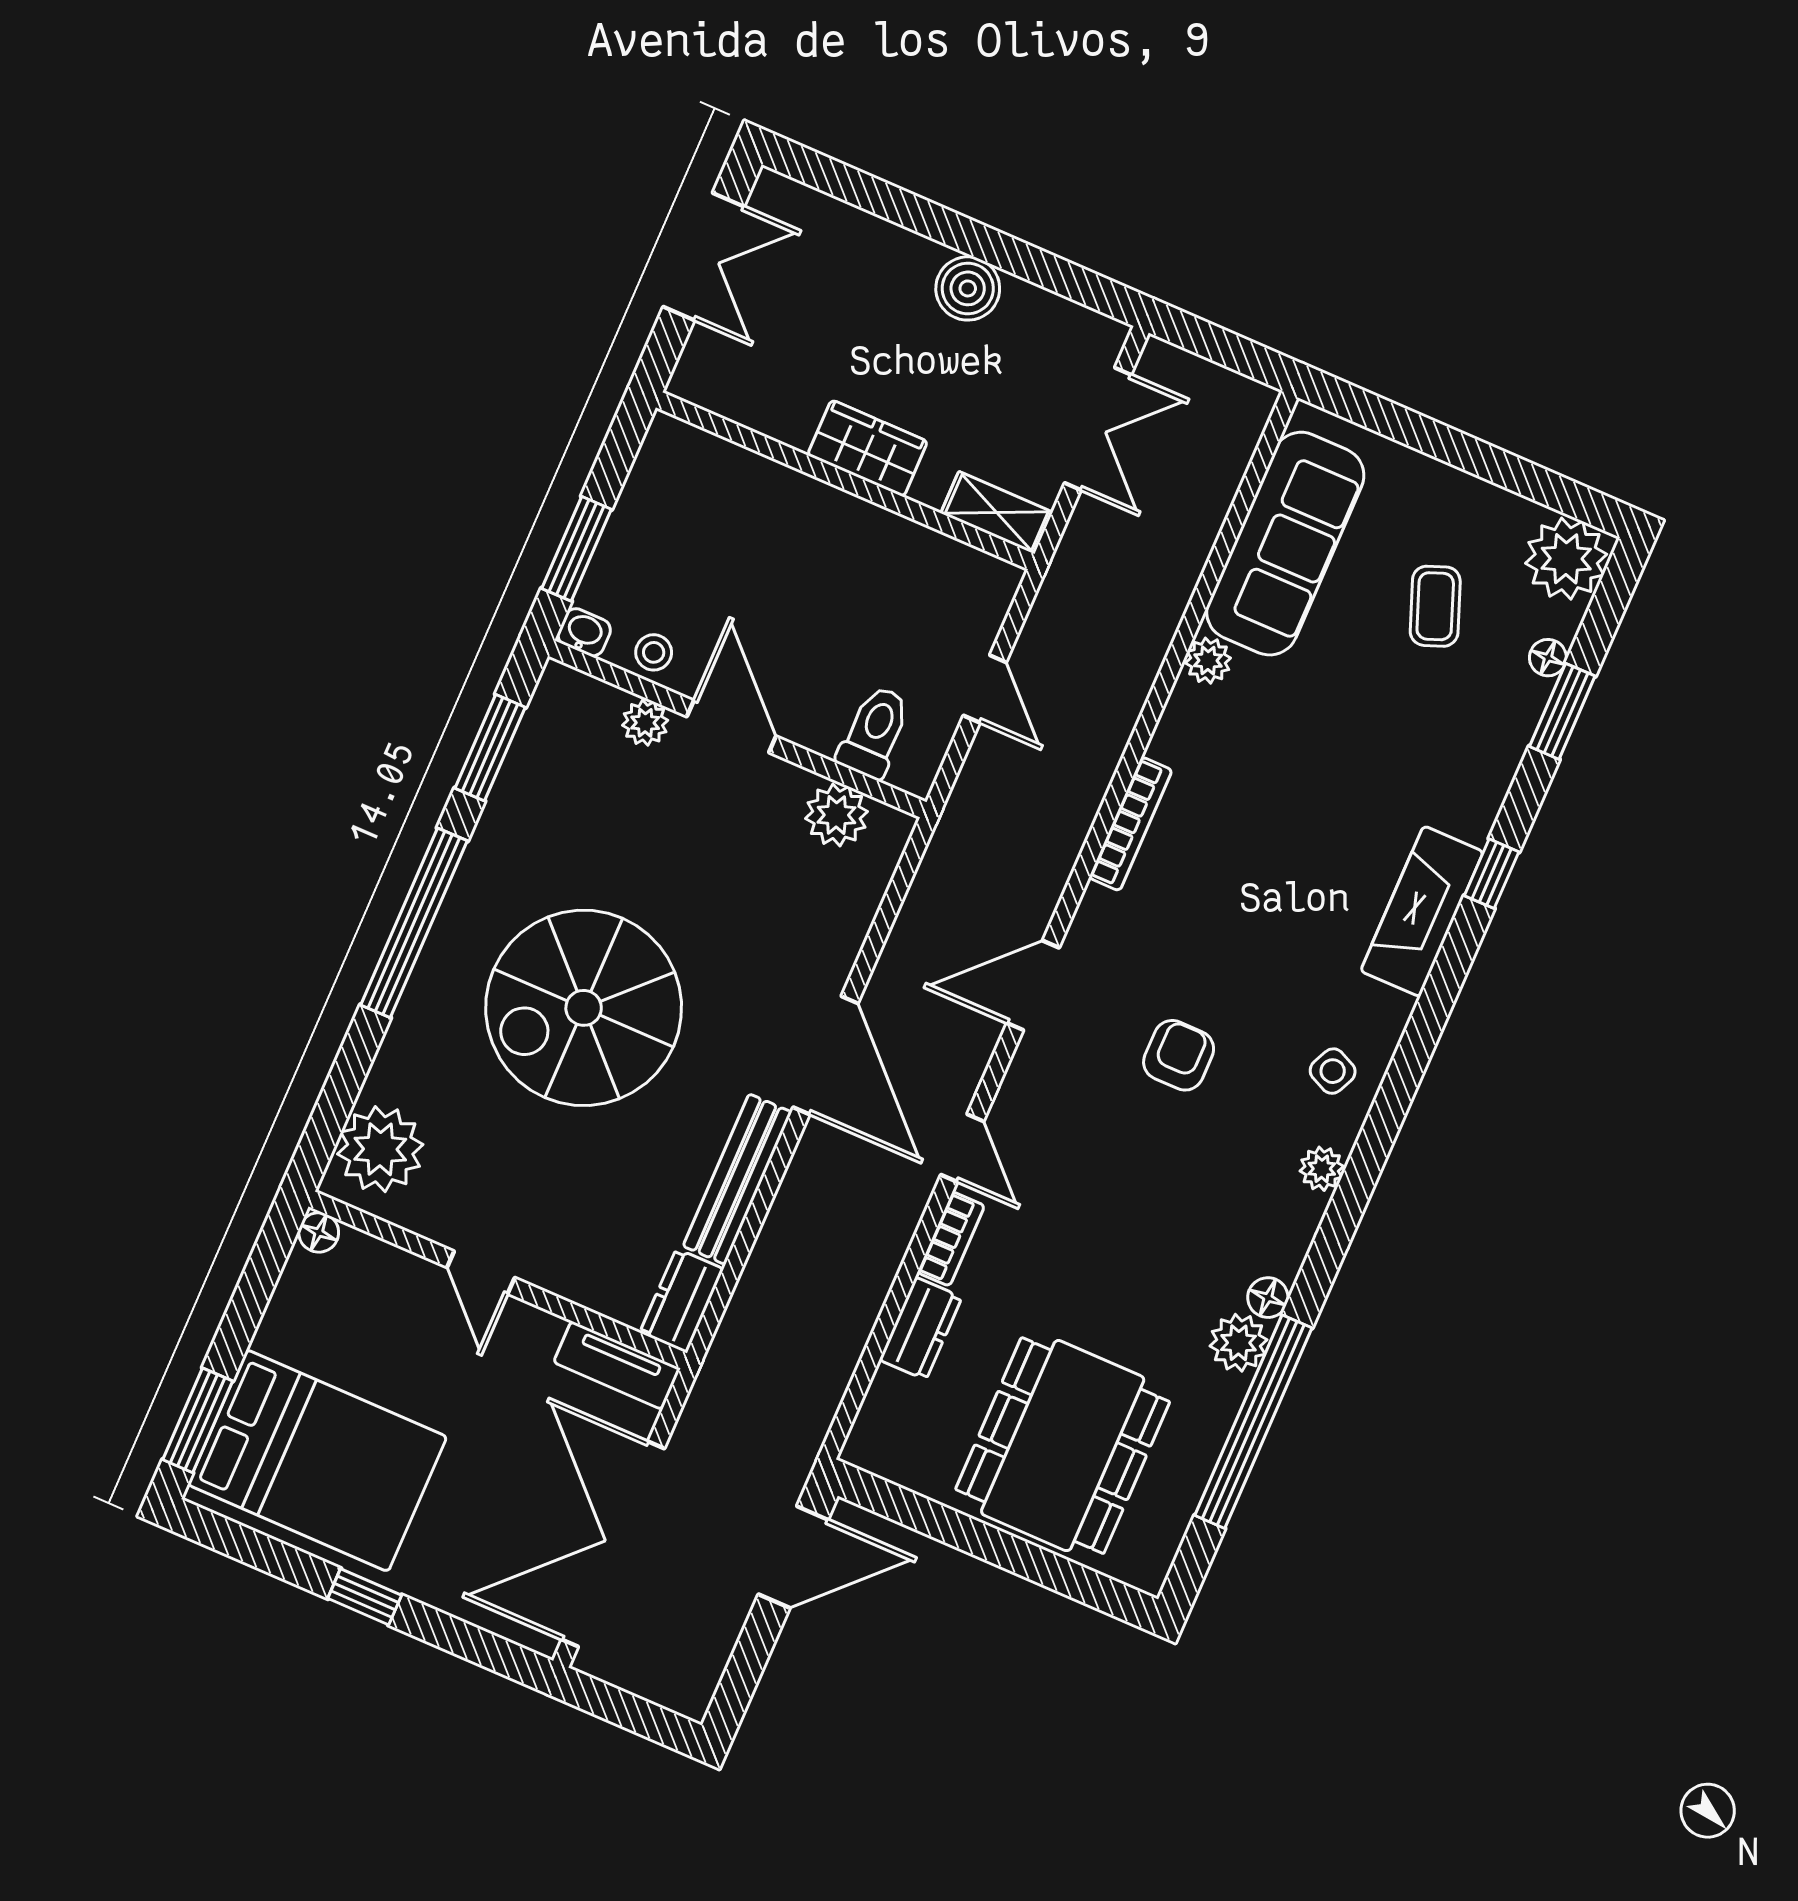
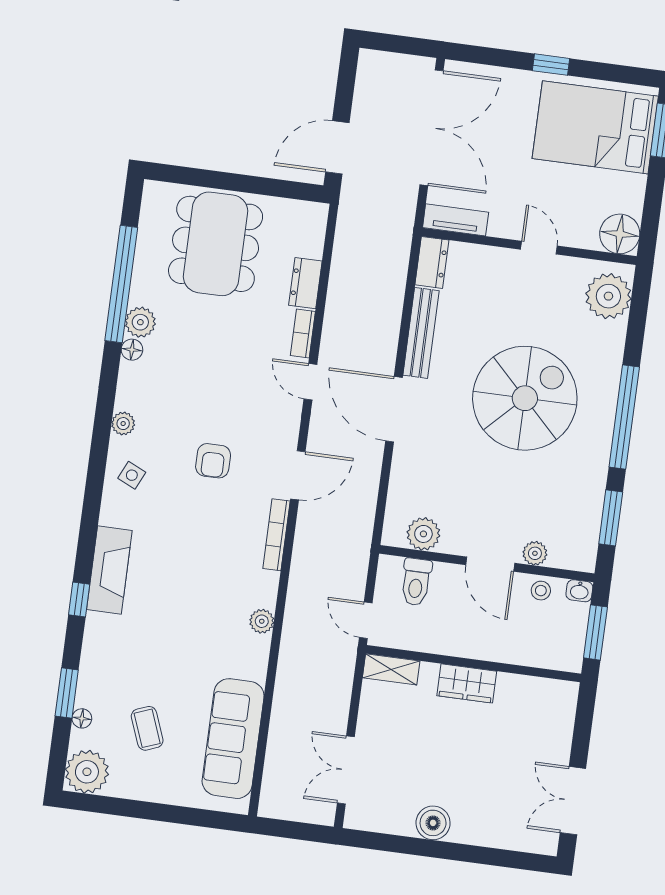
wardrobe: (867, 448) -> (467, 683), moved
wall: (845, 481) -> (473, 664), moved
shelving: (997, 513) -> (391, 669), moved
plant: (1208, 661) -> (262, 621), moved
bookcase: (1131, 824) -> (276, 535), moved
floor lamp: (319, 1232) -> (620, 234), width x1.89, depth x1.89

